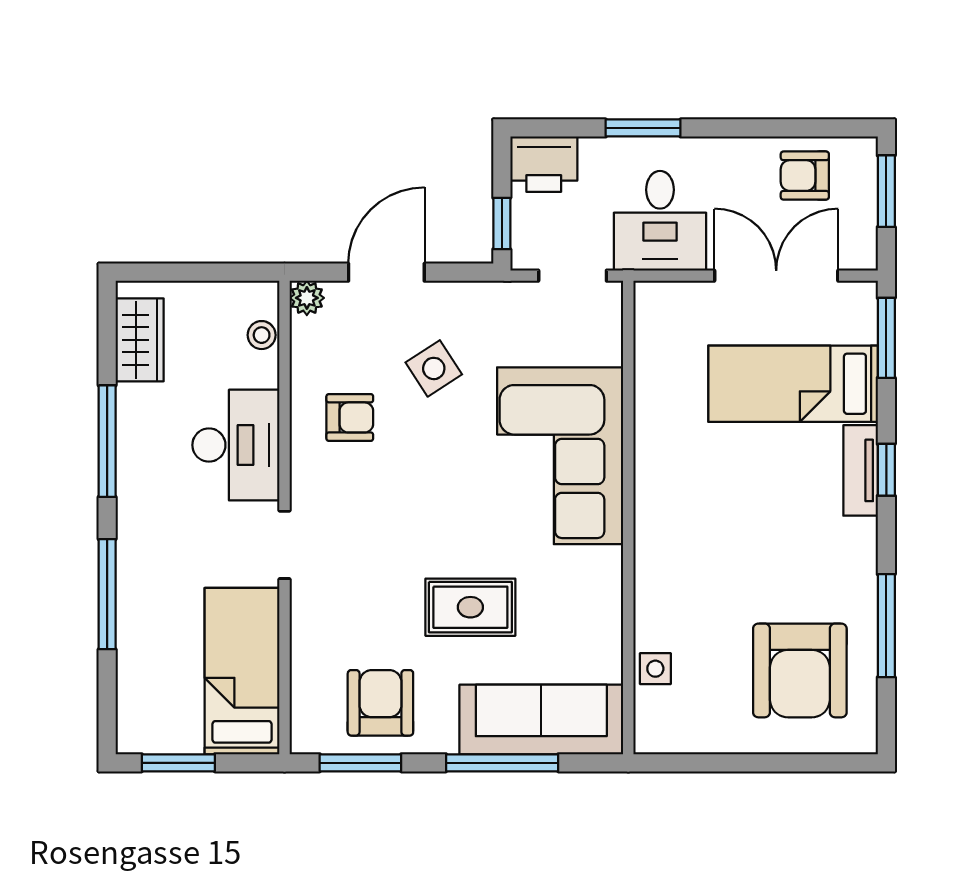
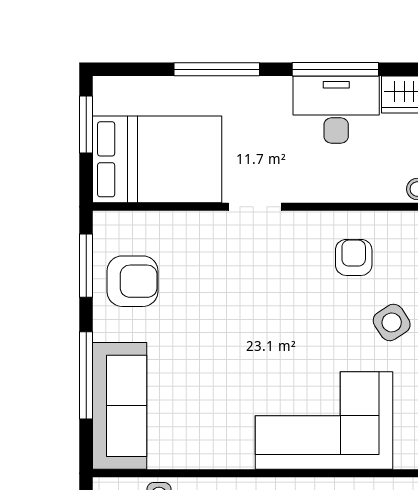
armchair: (350, 417) -> (354, 257), turned 180
desk: (236, 445) -> (336, 110), moved, turned 180
rug: (470, 607) -> (207, 351), removed
bed: (242, 671) -> (157, 159), width x1.50

